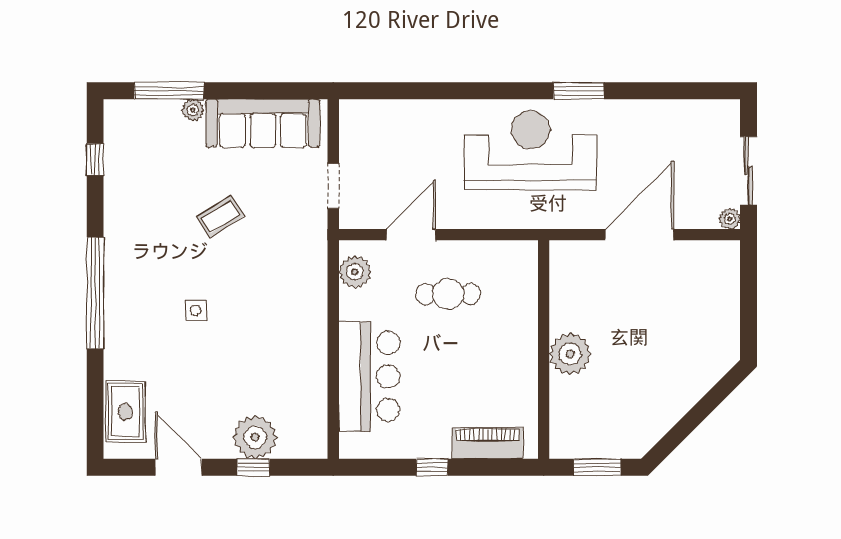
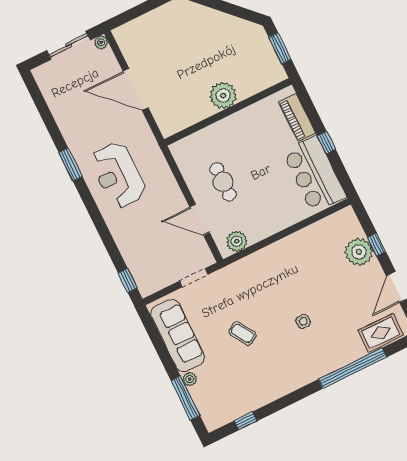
window: (376, 91) -> (128, 280), added
reception desk: (531, 150) -> (118, 175), width x0.74, depth x0.77
window: (95, 293) -> (352, 368), moved
bar counter: (369, 376) -> (314, 174), moved, turned -90

